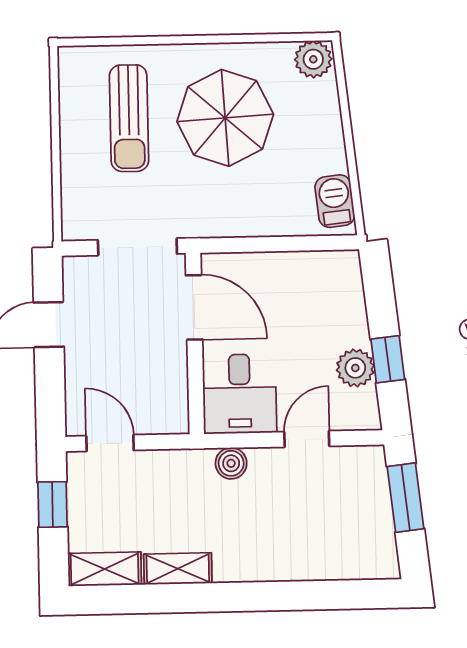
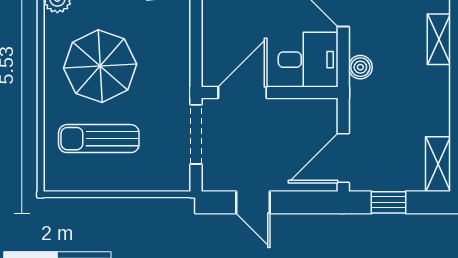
sun lounger: (129, 118) -> (99, 139), turned 180
door: (110, 443) -> (343, 158), width x1.38
shelving: (178, 569) -> (439, 39), moved

